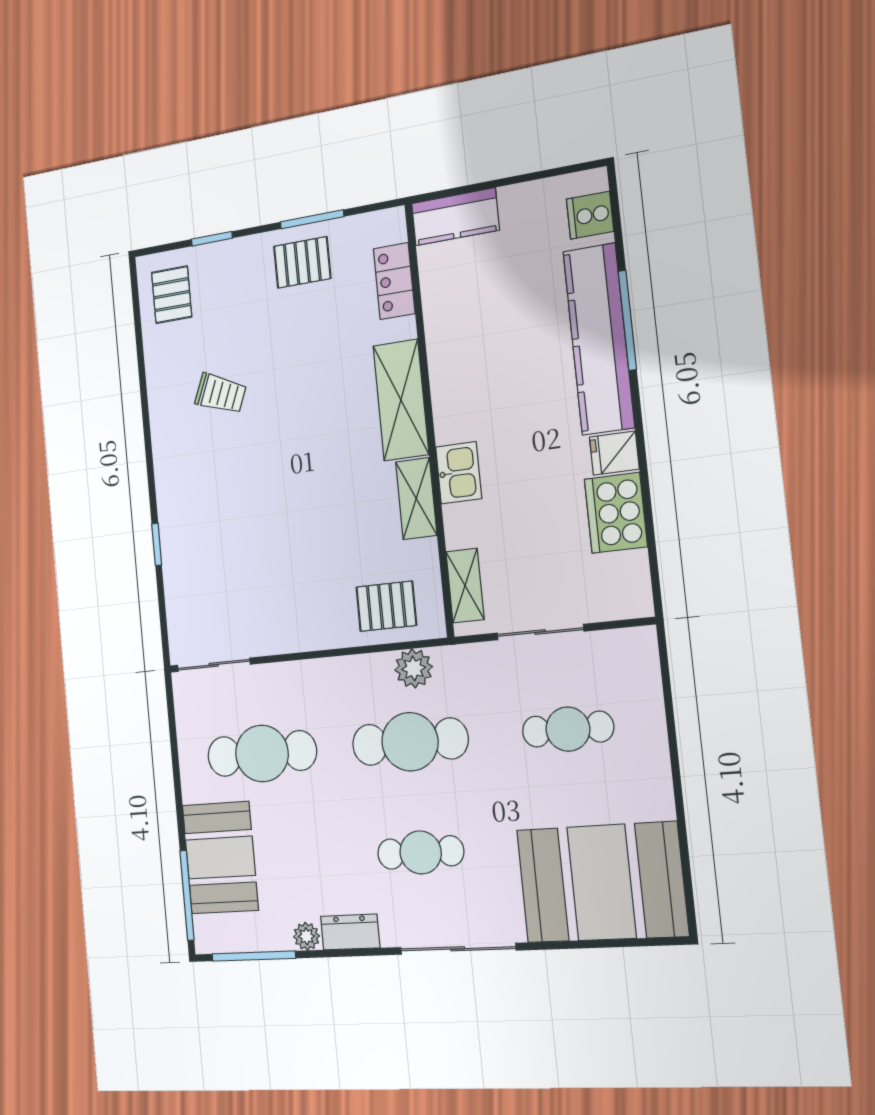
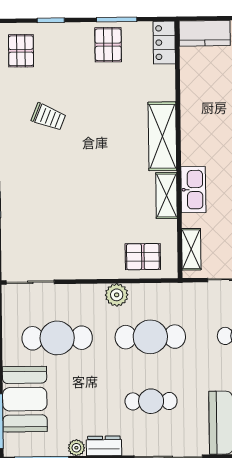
pallet: (302, 262) -> (108, 45), turned 90
locker: (394, 281) -> (164, 43), moved
kitchen sink: (459, 473) -> (193, 190), width x1.38
plant: (414, 668) -> (117, 295), moved

